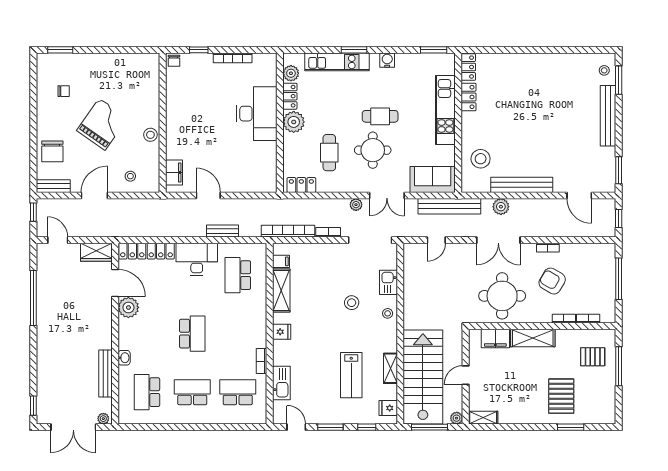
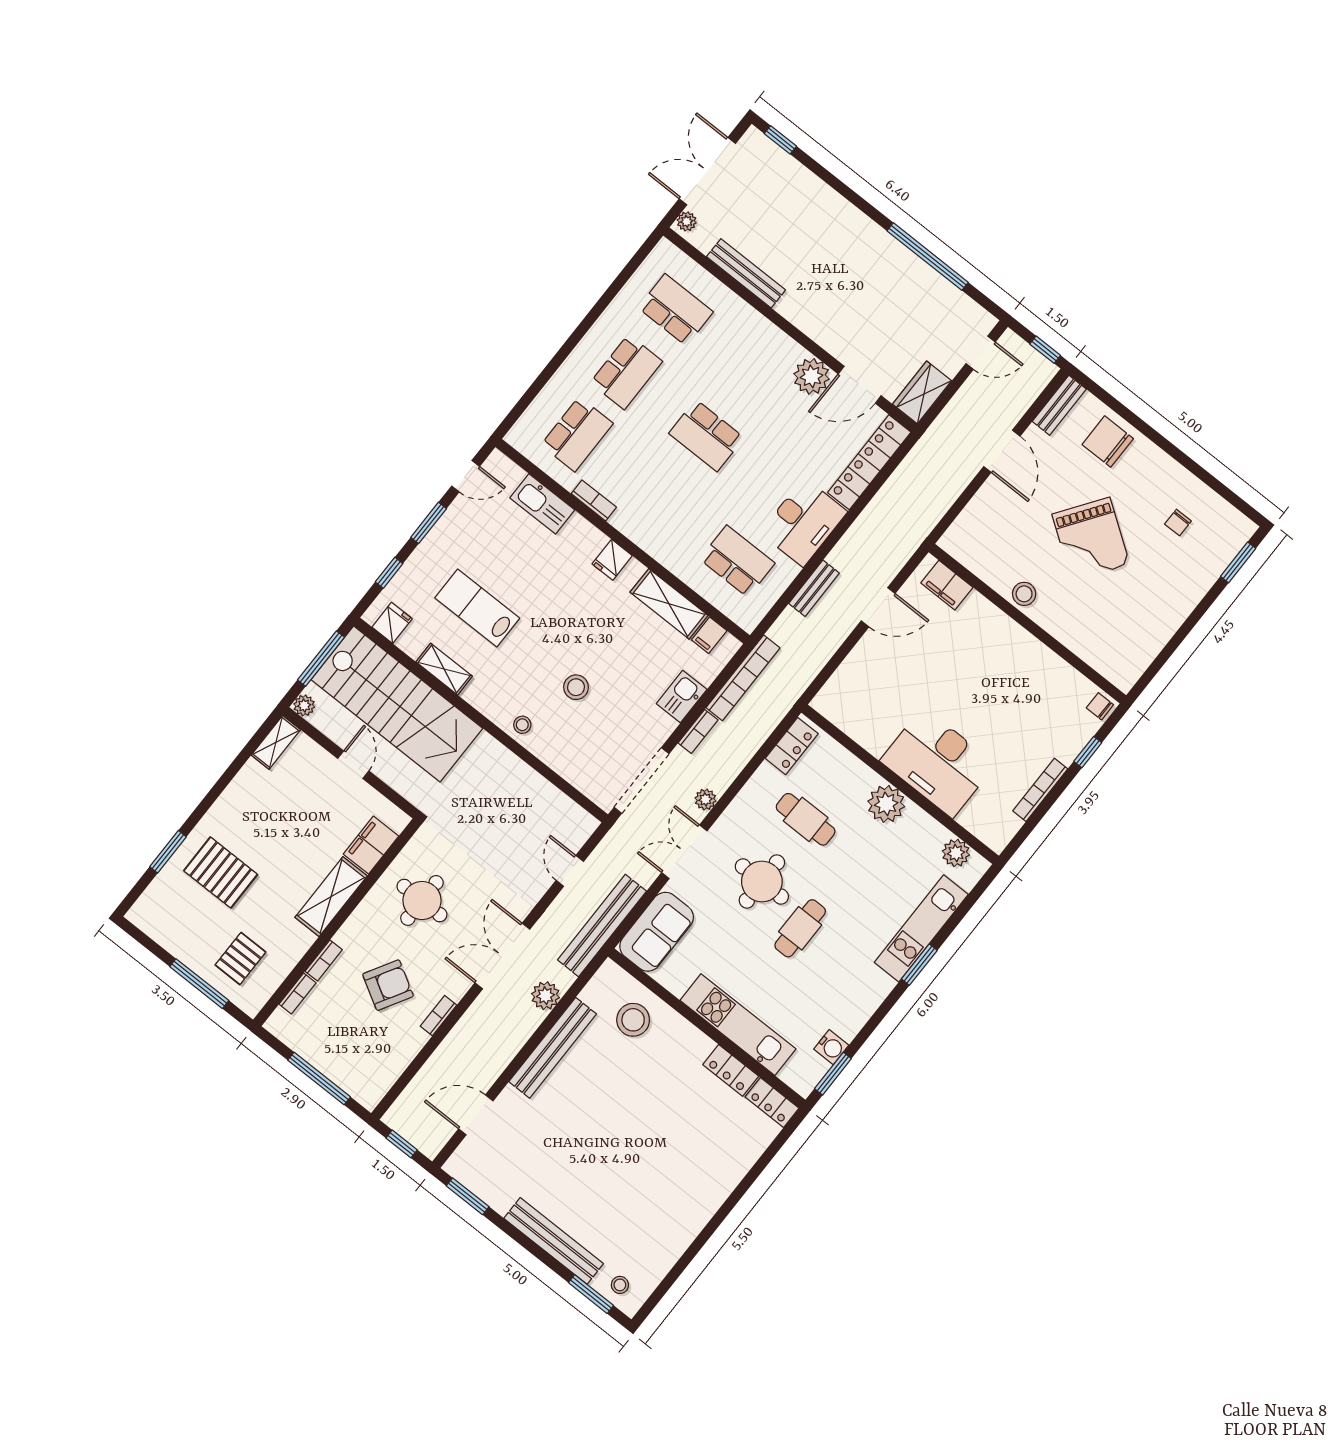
water cooler: (387, 60) -> (831, 1047), moved
locker: (290, 96) -> (926, 827), removed
stool: (130, 176) -> (989, 521), removed
kitchen sink: (388, 282) -> (682, 697), moved, turned -90
round table: (502, 296) -> (422, 900), width x0.73, depth x0.73
washbasin: (124, 358) -> (747, 316), removed

